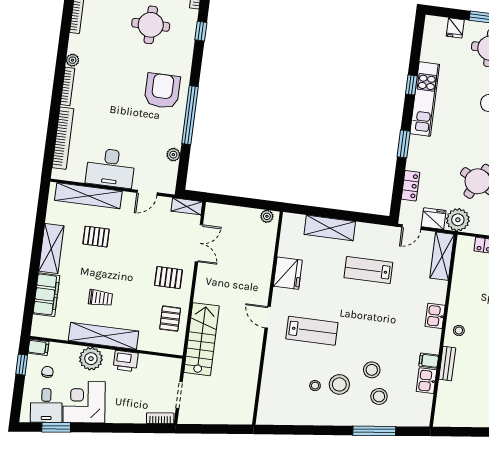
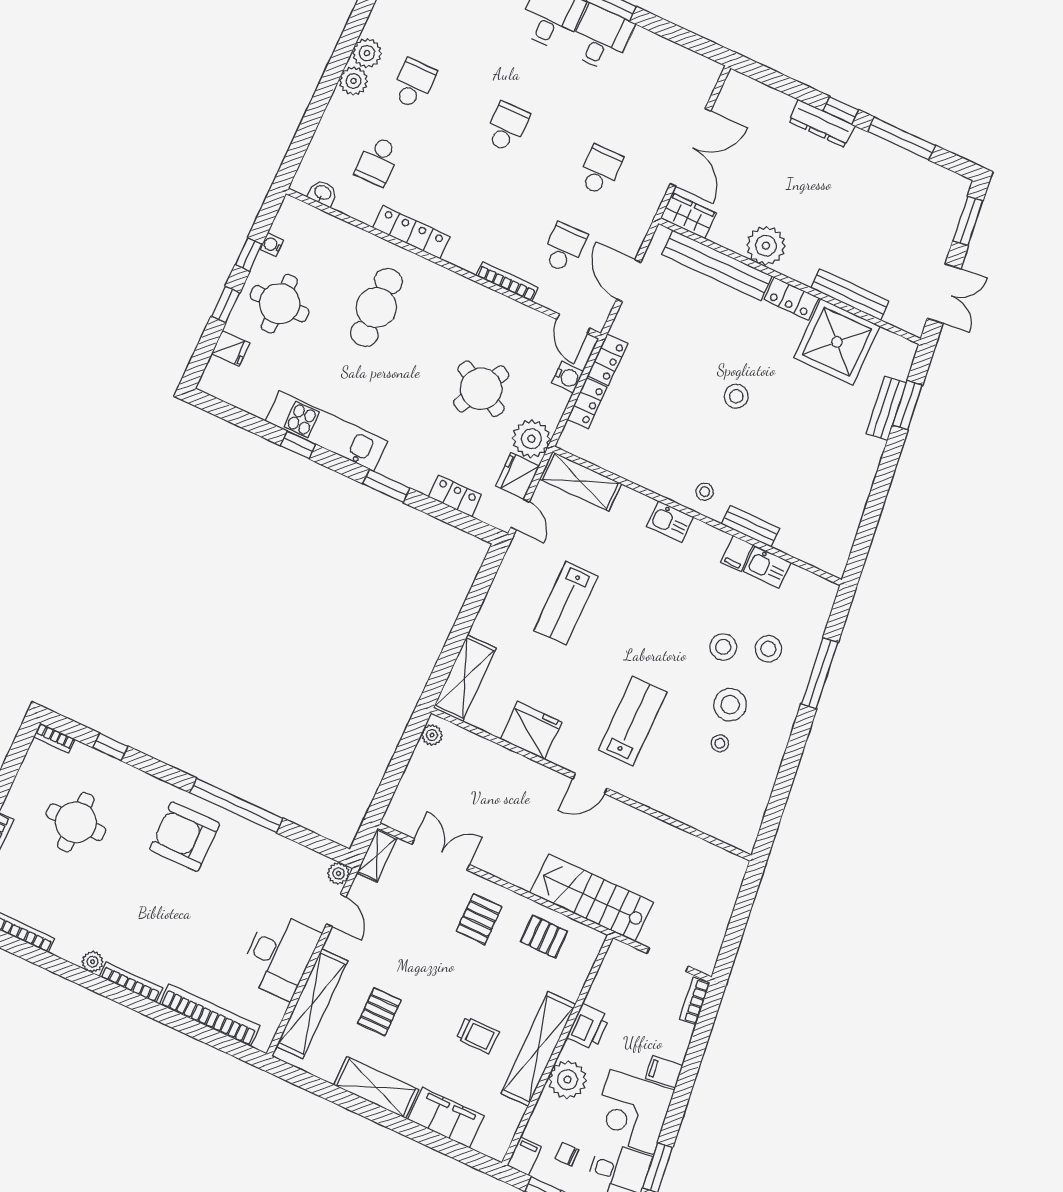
plant: (173, 155) -> (338, 873), moved
shelving: (330, 228) -> (465, 678), moved
trolley: (100, 298) -> (478, 1035), turned 90
filing cabinet: (113, 413) -> (664, 1072), added

